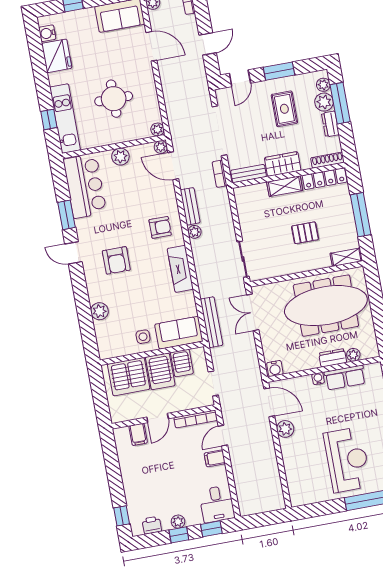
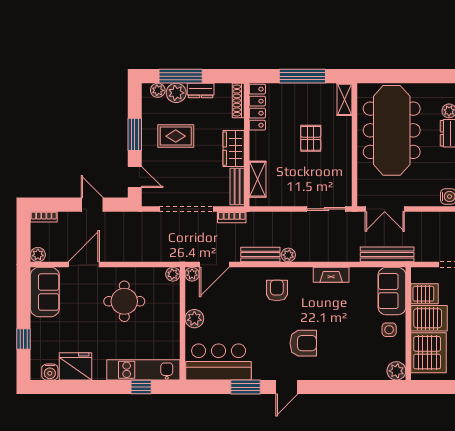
round table: (114, 99) -> (124, 301), moved
shelving: (285, 186) -> (258, 179), moved
fireplace: (180, 269) -> (331, 275), width x0.73, depth x0.76
plant: (99, 311) -> (396, 371), moved

